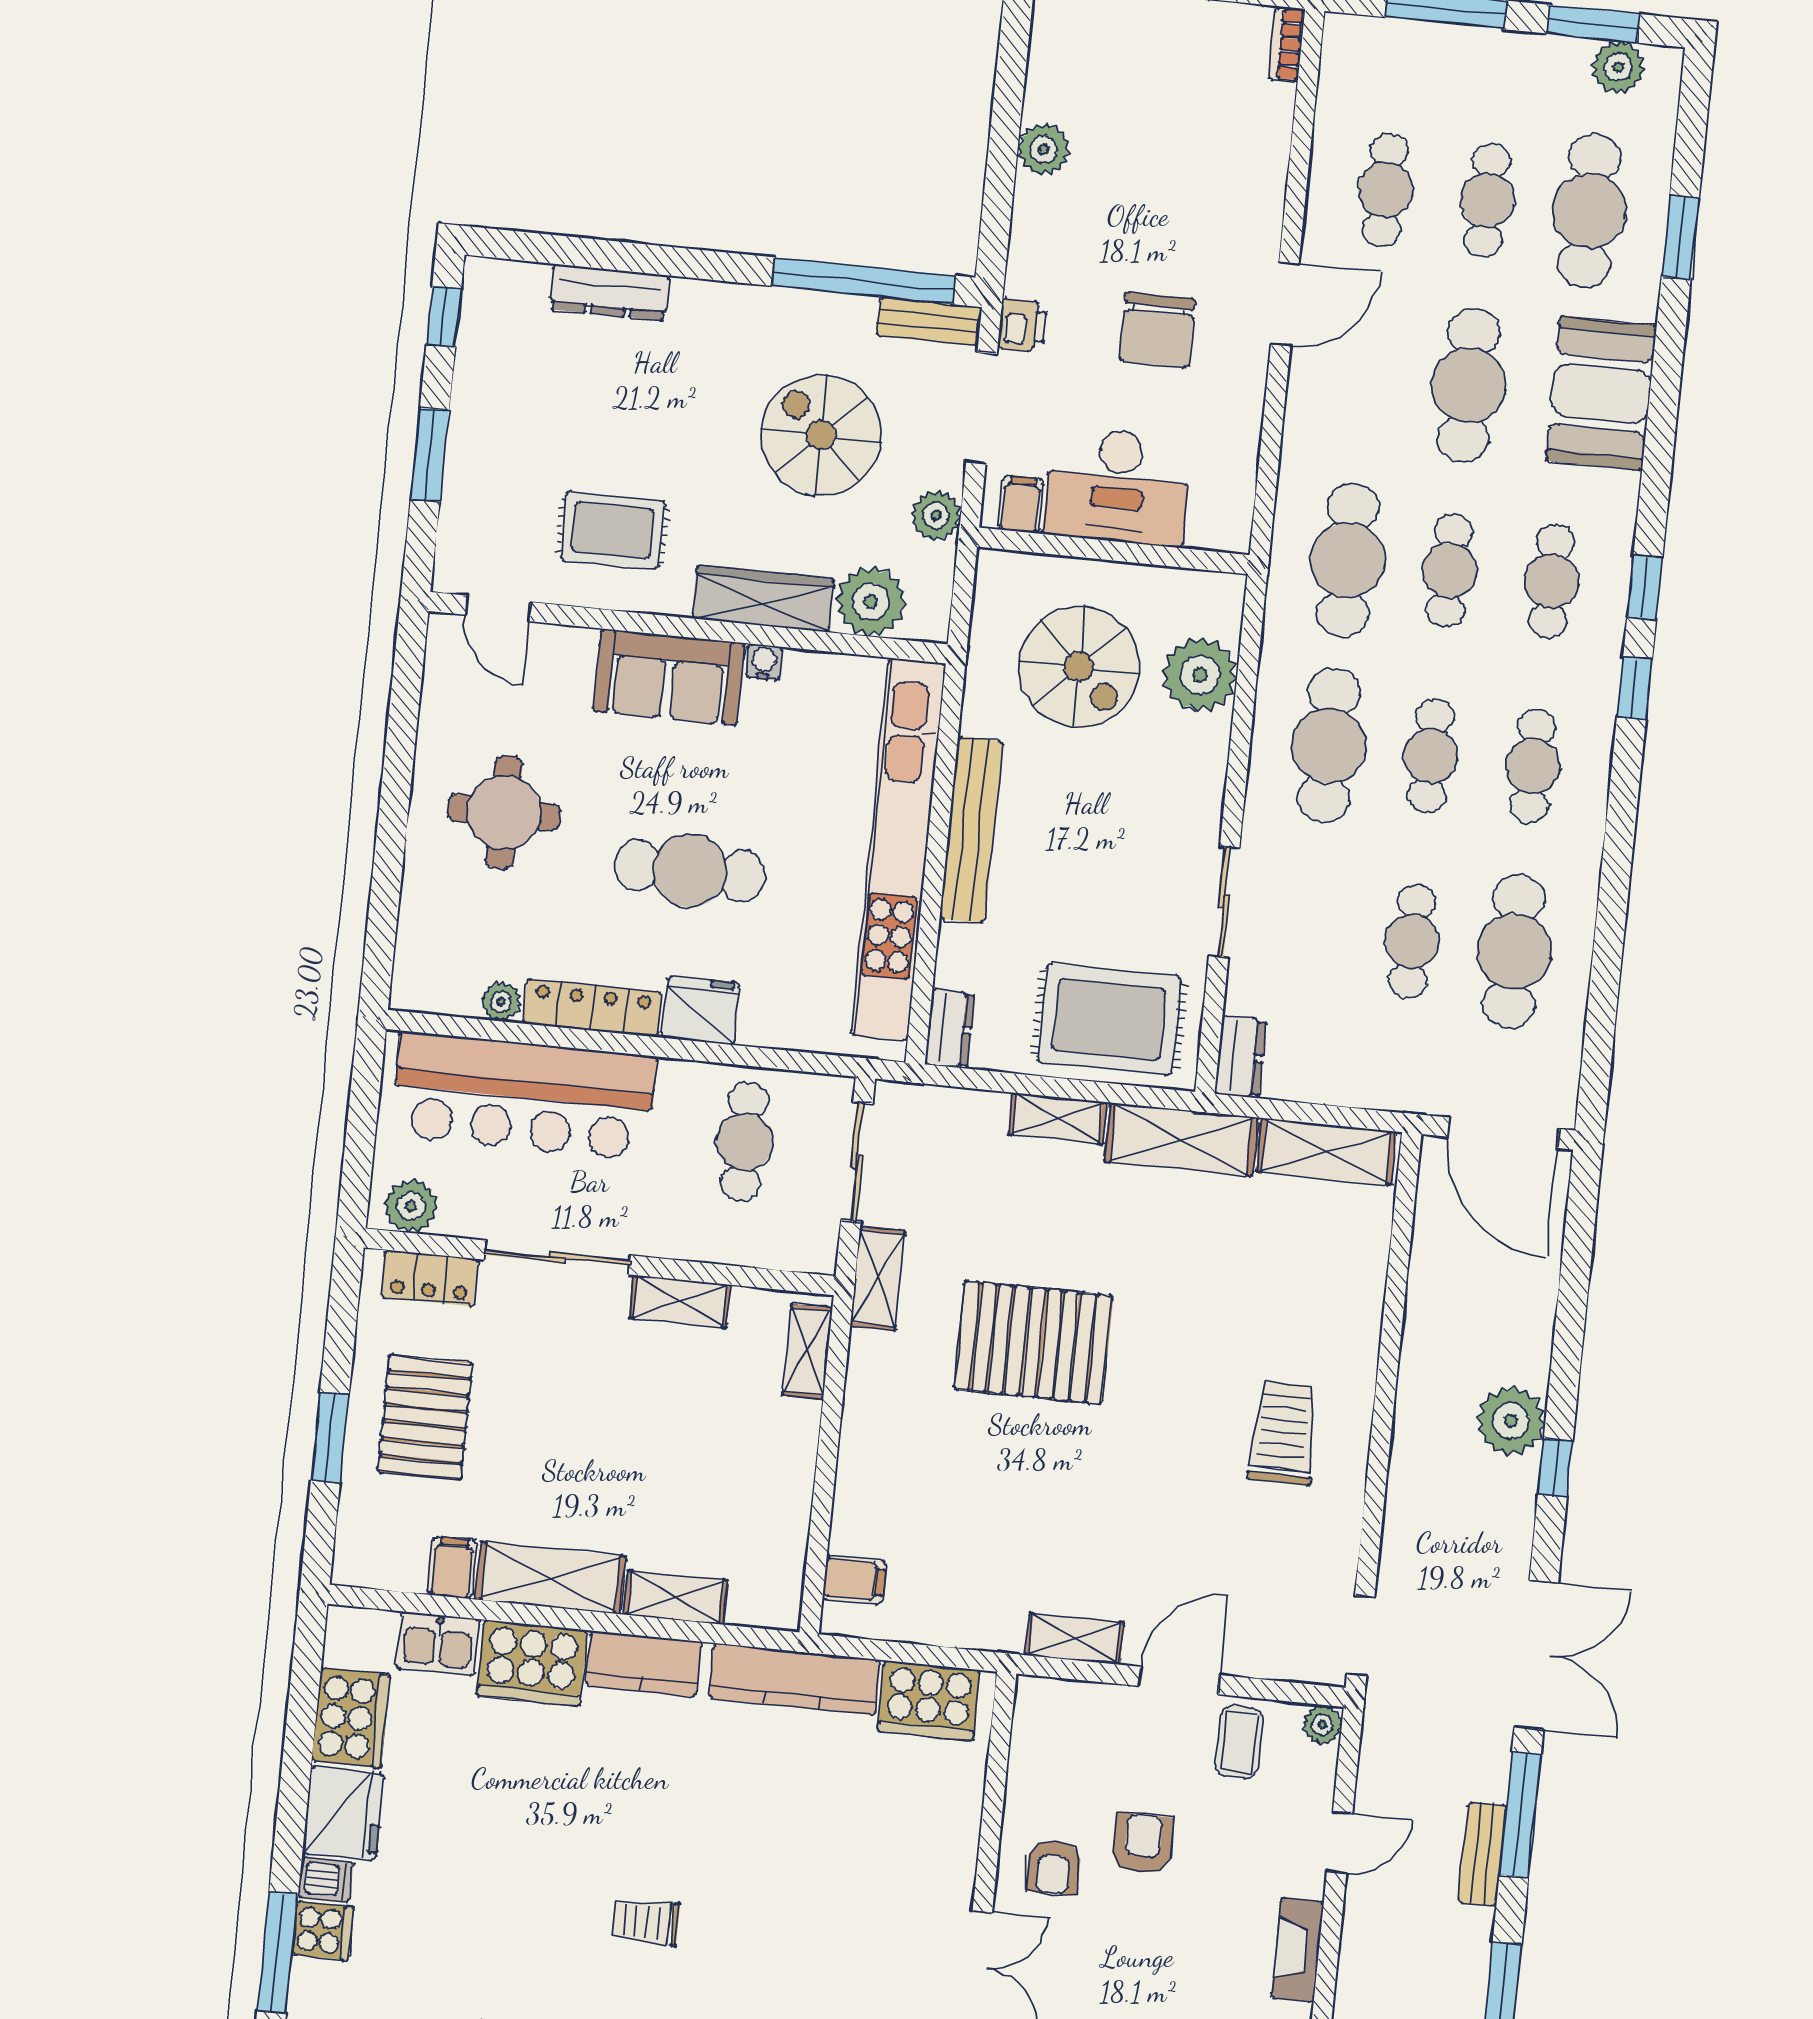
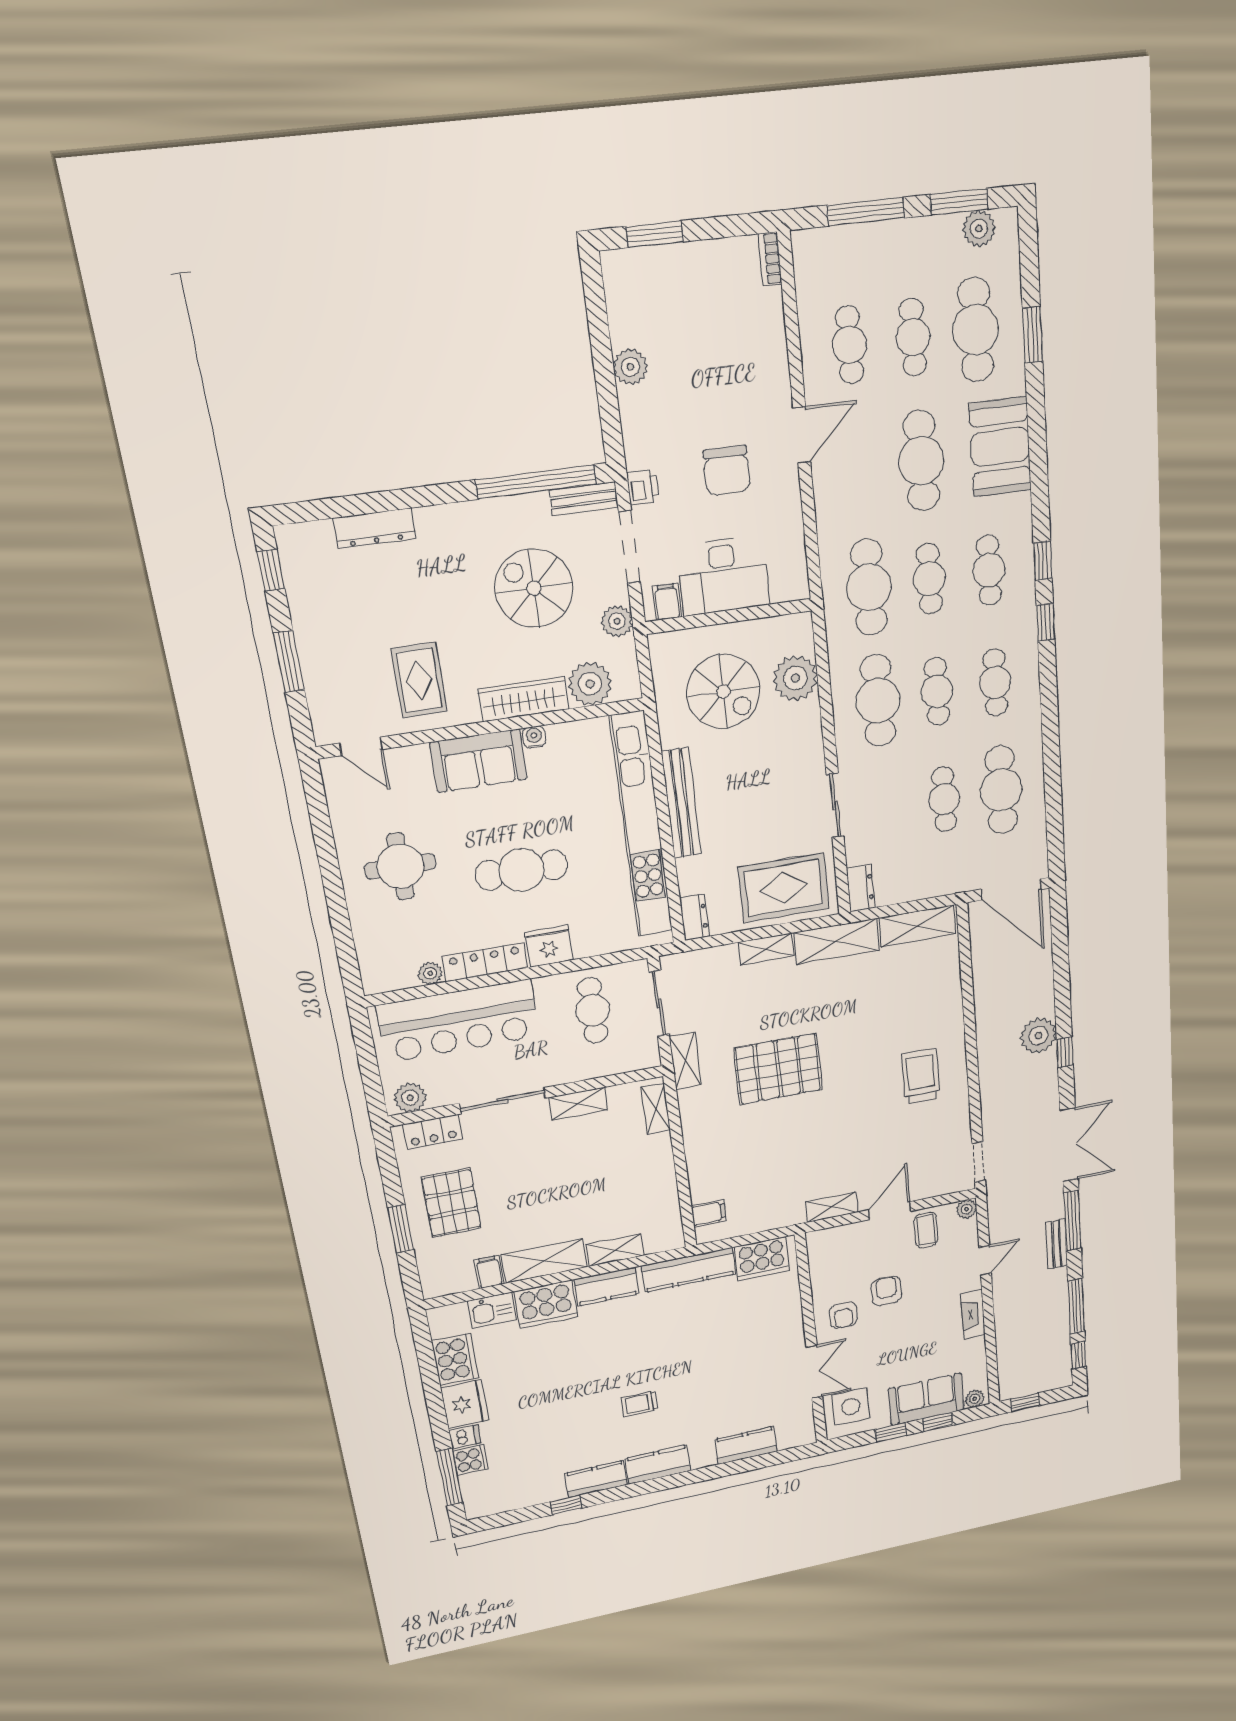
rug: (613, 530) -> (419, 680), turned 90

